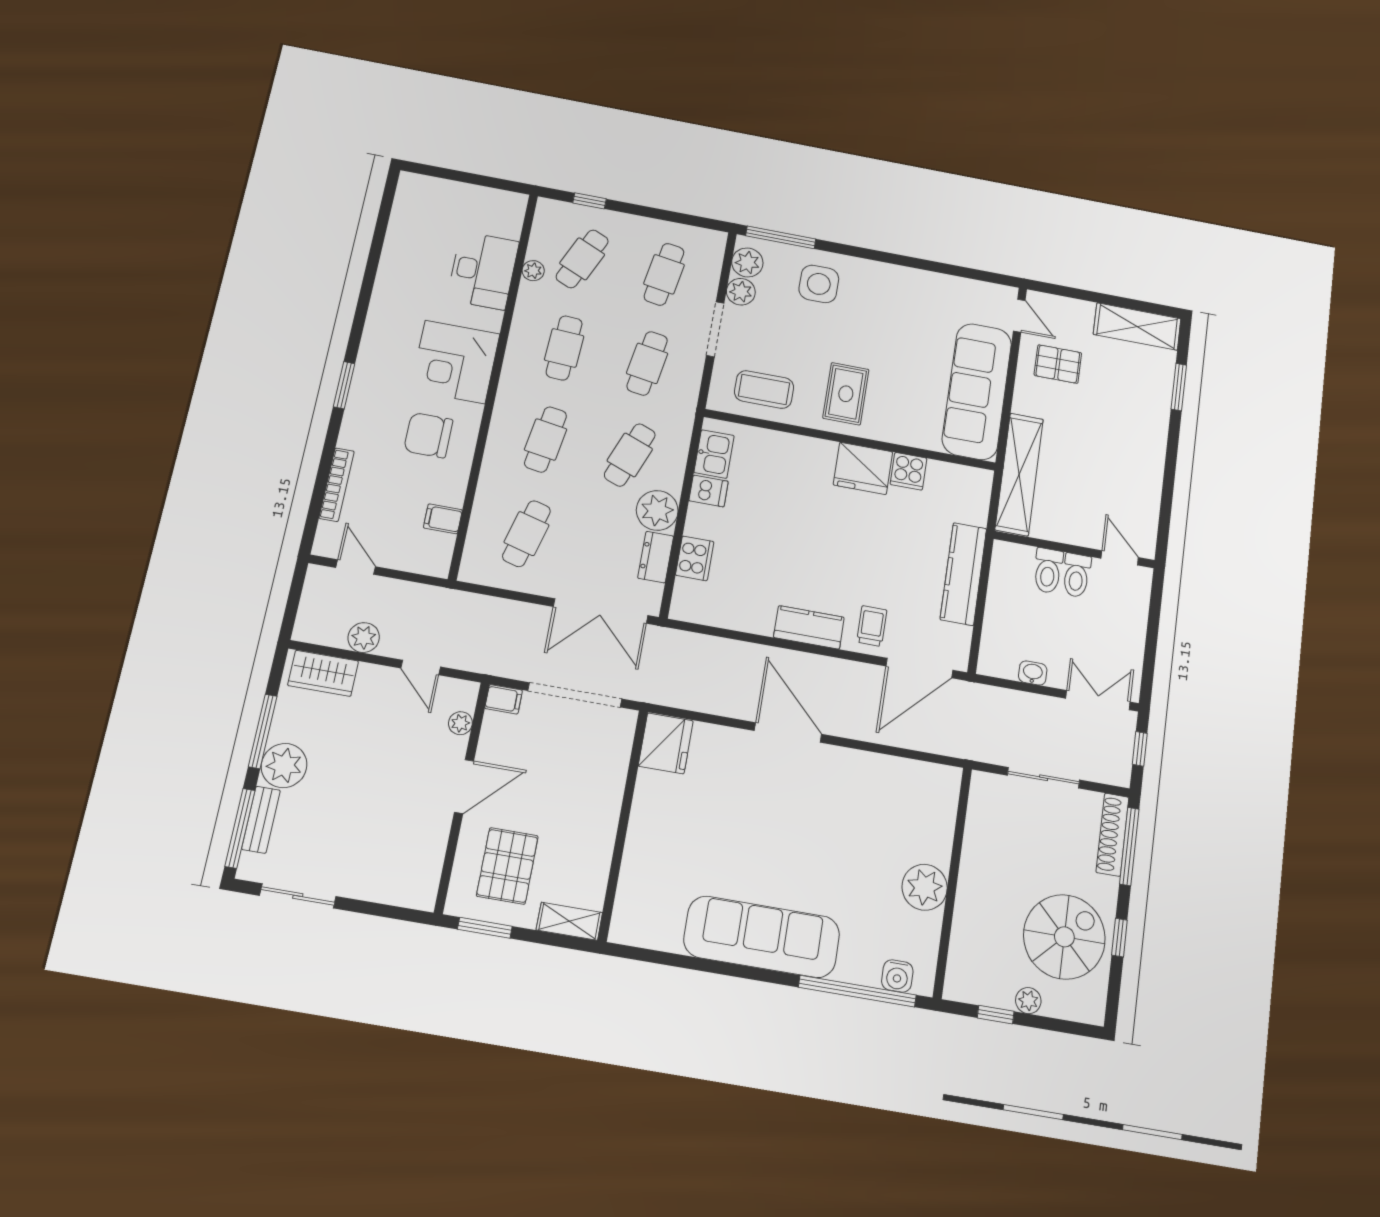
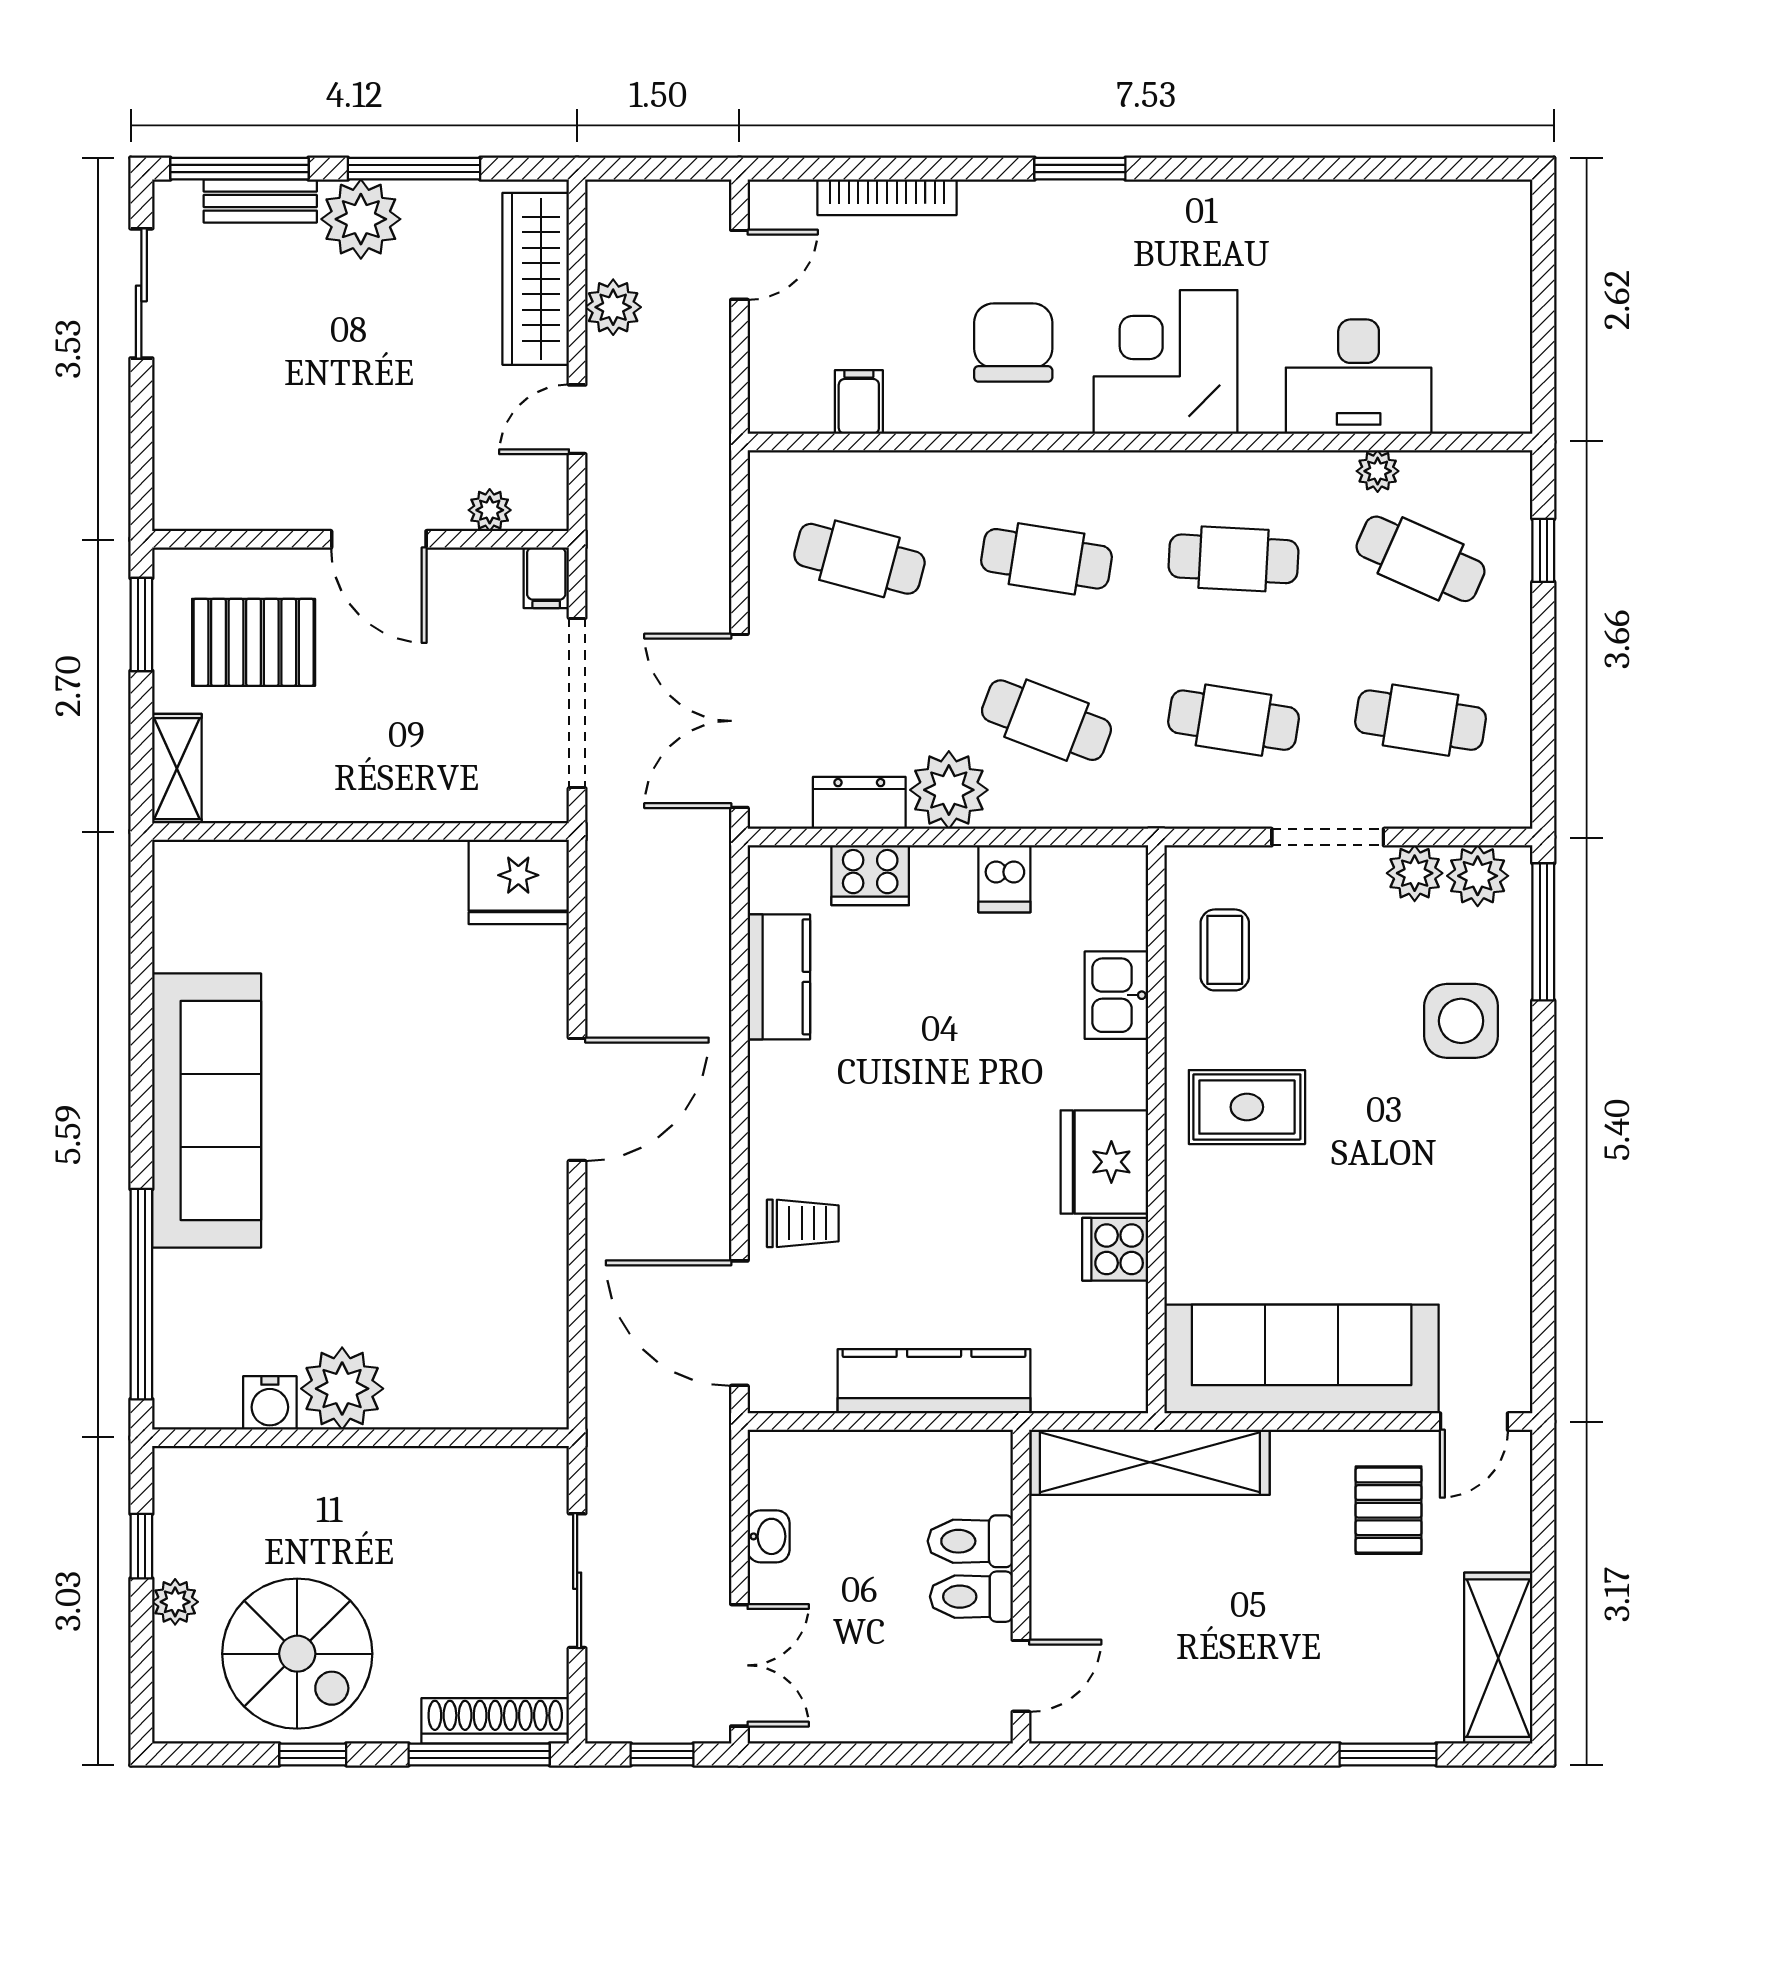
coffee table: (764, 390) -> (1225, 950), width x0.73, depth x0.77
kitchen sink: (714, 454) -> (1116, 995), moved, turned 90
kitchen counter: (809, 627) -> (779, 977), moved
wardrobe: (323, 673) -> (536, 279), width x1.50
water cooler: (897, 976) -> (270, 1403), moved, turned -90

